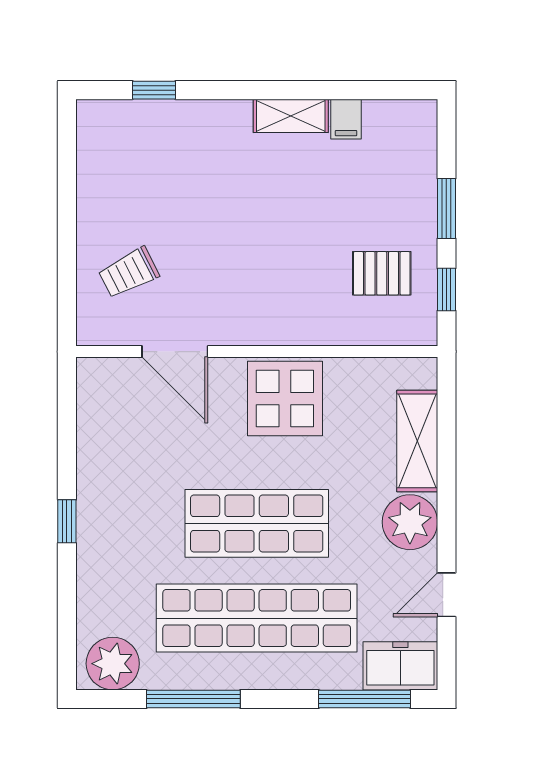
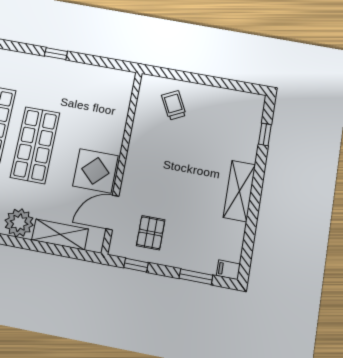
shelving: (291, 116) -> (239, 191), width x1.50, depth x1.33
filing cabinet: (346, 119) -> (228, 270), moved
window: (446, 209) -> (196, 277), moved
door: (175, 352) -> (112, 212), moved

